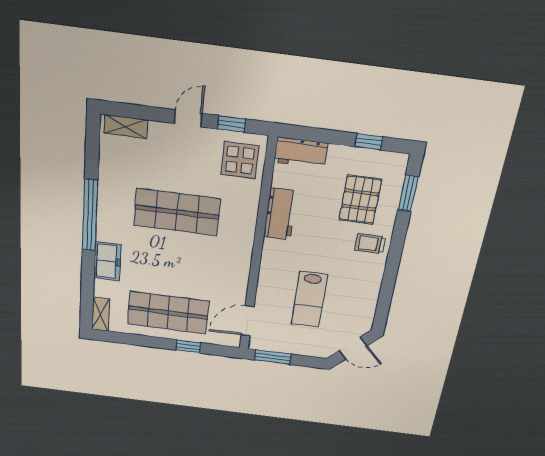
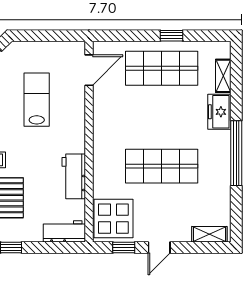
display table: (240, 160) -> (113, 219), width x1.36, depth x1.36
shelving: (101, 314) -> (223, 76), moved
window: (188, 346) -> (172, 36), moved
window: (273, 357) -> (61, 36), removed

